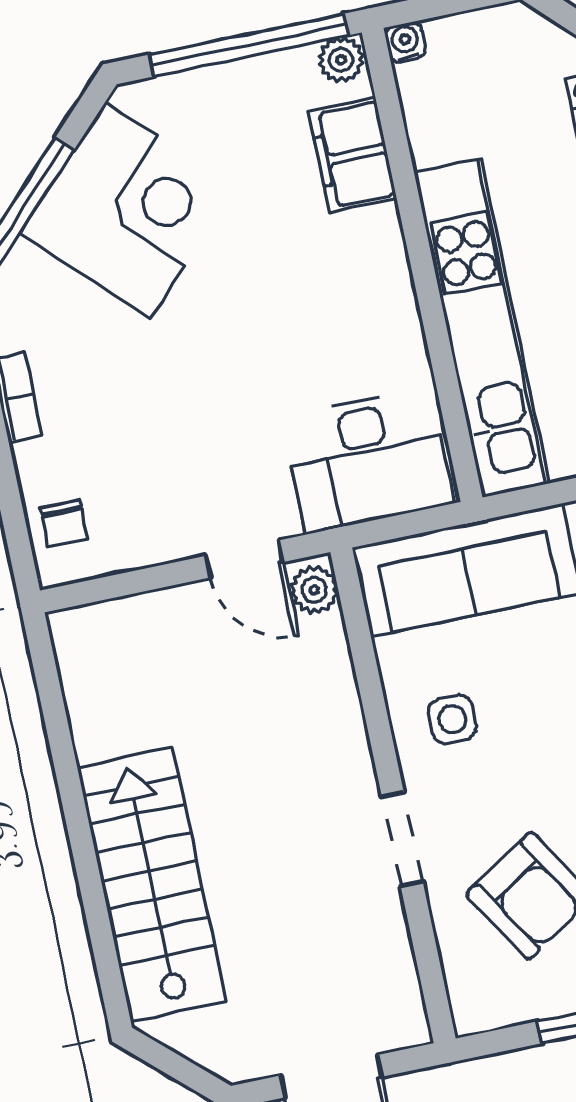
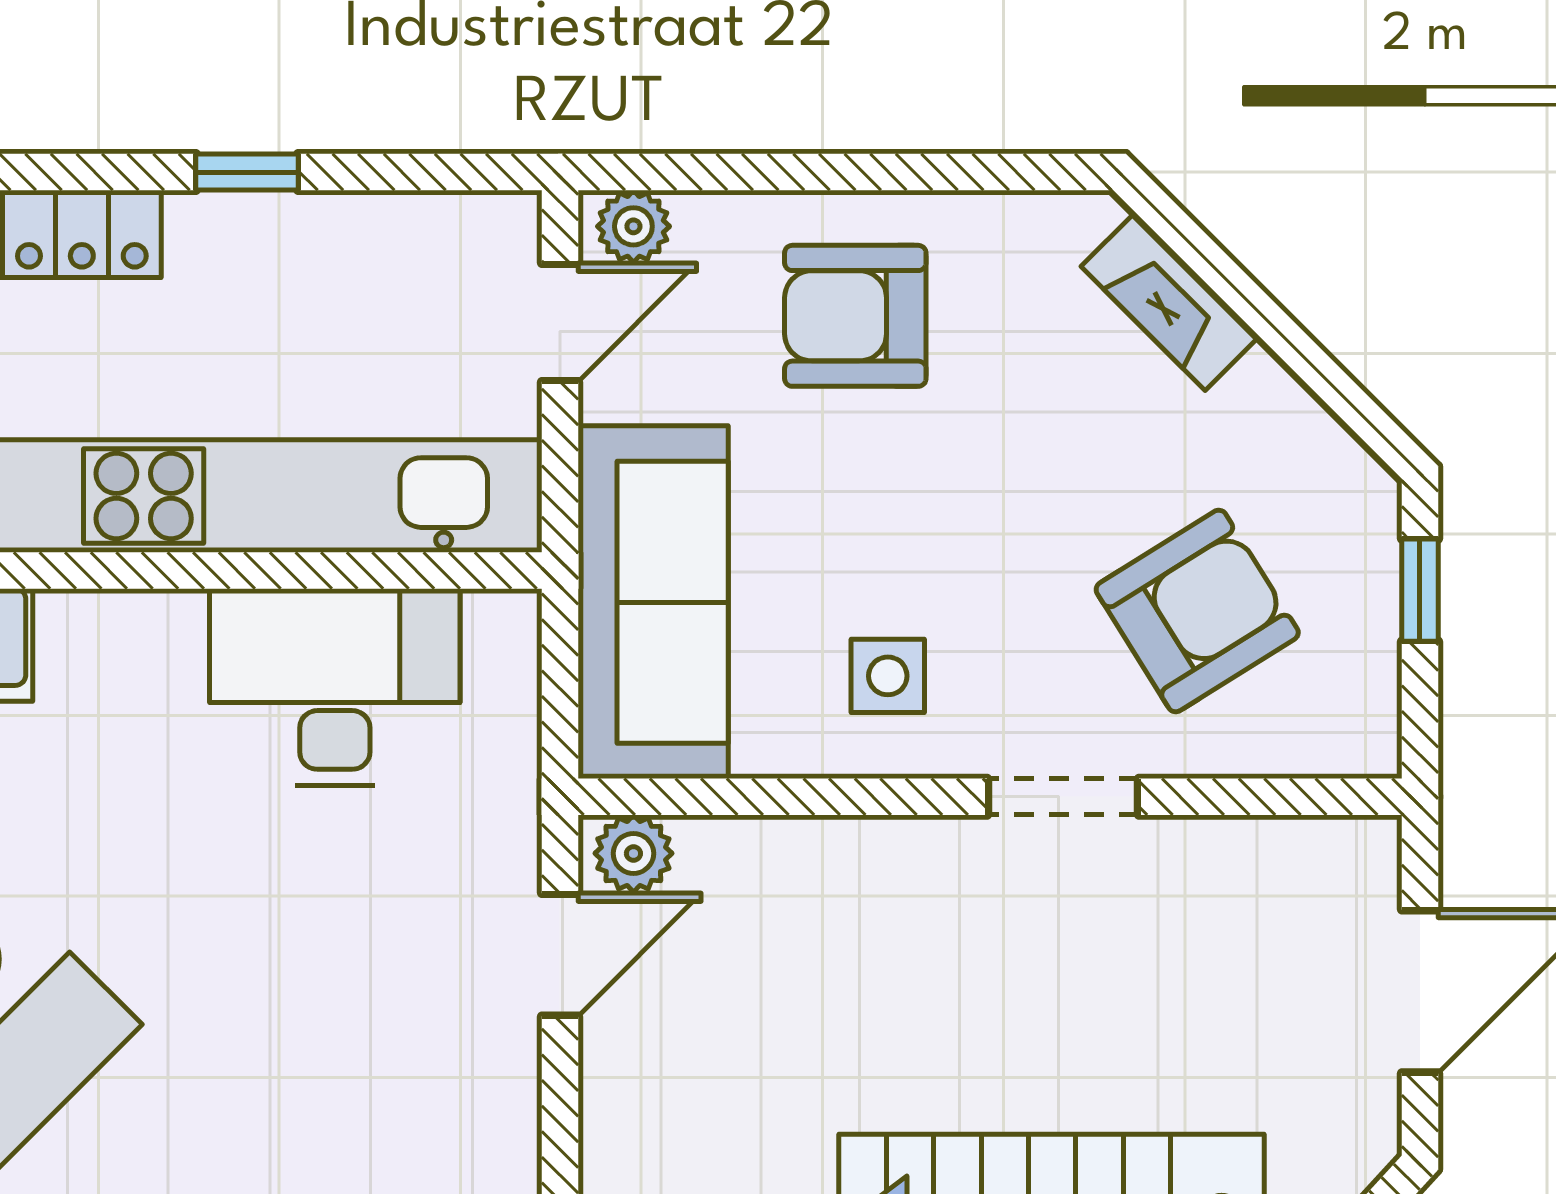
desk: (368, 460) -> (335, 687), moved, turned -90

